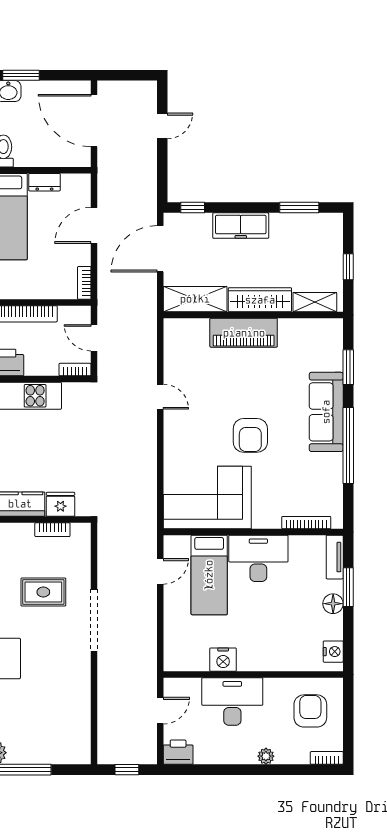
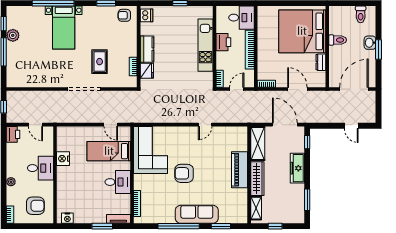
desk: (258, 558) -> (118, 182), width x0.73
floor lamp: (333, 604) -> (93, 218), removed
desk: (232, 702) -> (40, 168), width x0.73

